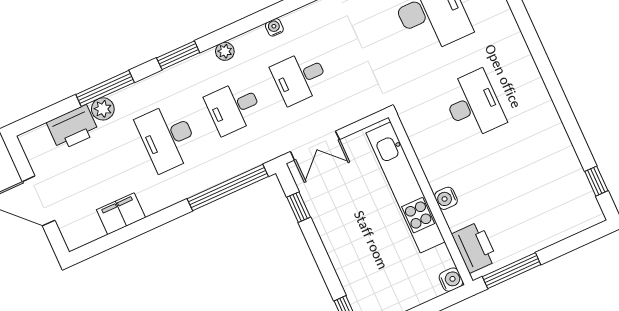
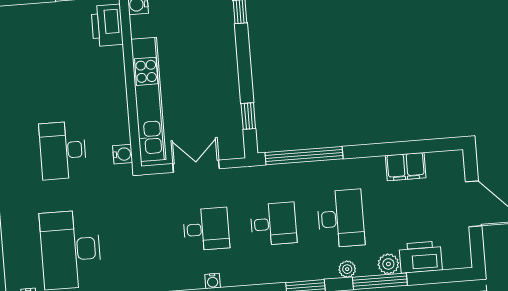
plant: (225, 51) -> (347, 269), moved
double door: (315, 146) -> (196, 166), moved
water cooler: (446, 198) -> (123, 154), moved

